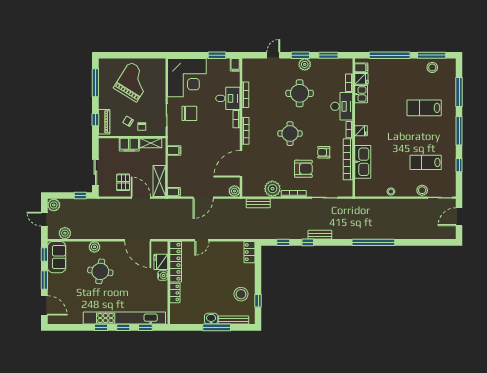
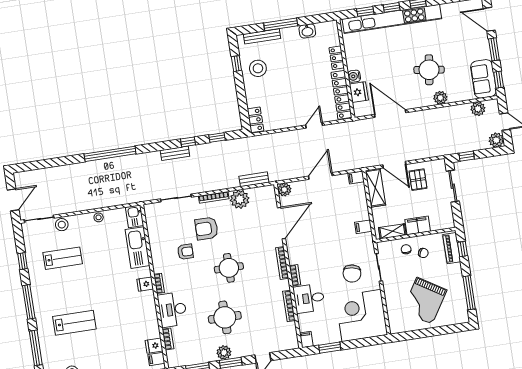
kitchen sink: (361, 94) -> (135, 216), moved
chair: (189, 113) -> (352, 274), turned -79
bookcase: (348, 159) -> (155, 248), removed
washbasin: (211, 319) -> (307, 31), moved

